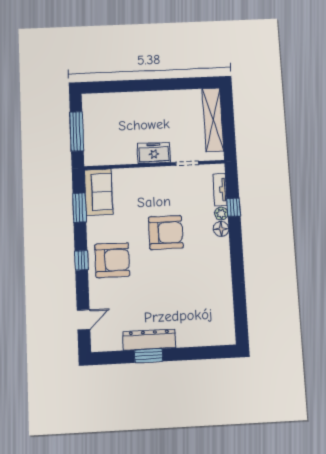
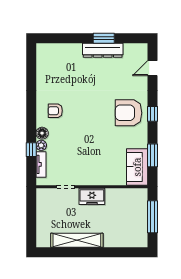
shelving: (213, 120) -> (77, 240), moved, turned 90
armchair: (166, 233) -> (55, 111), moved, width x0.53, depth x0.53

